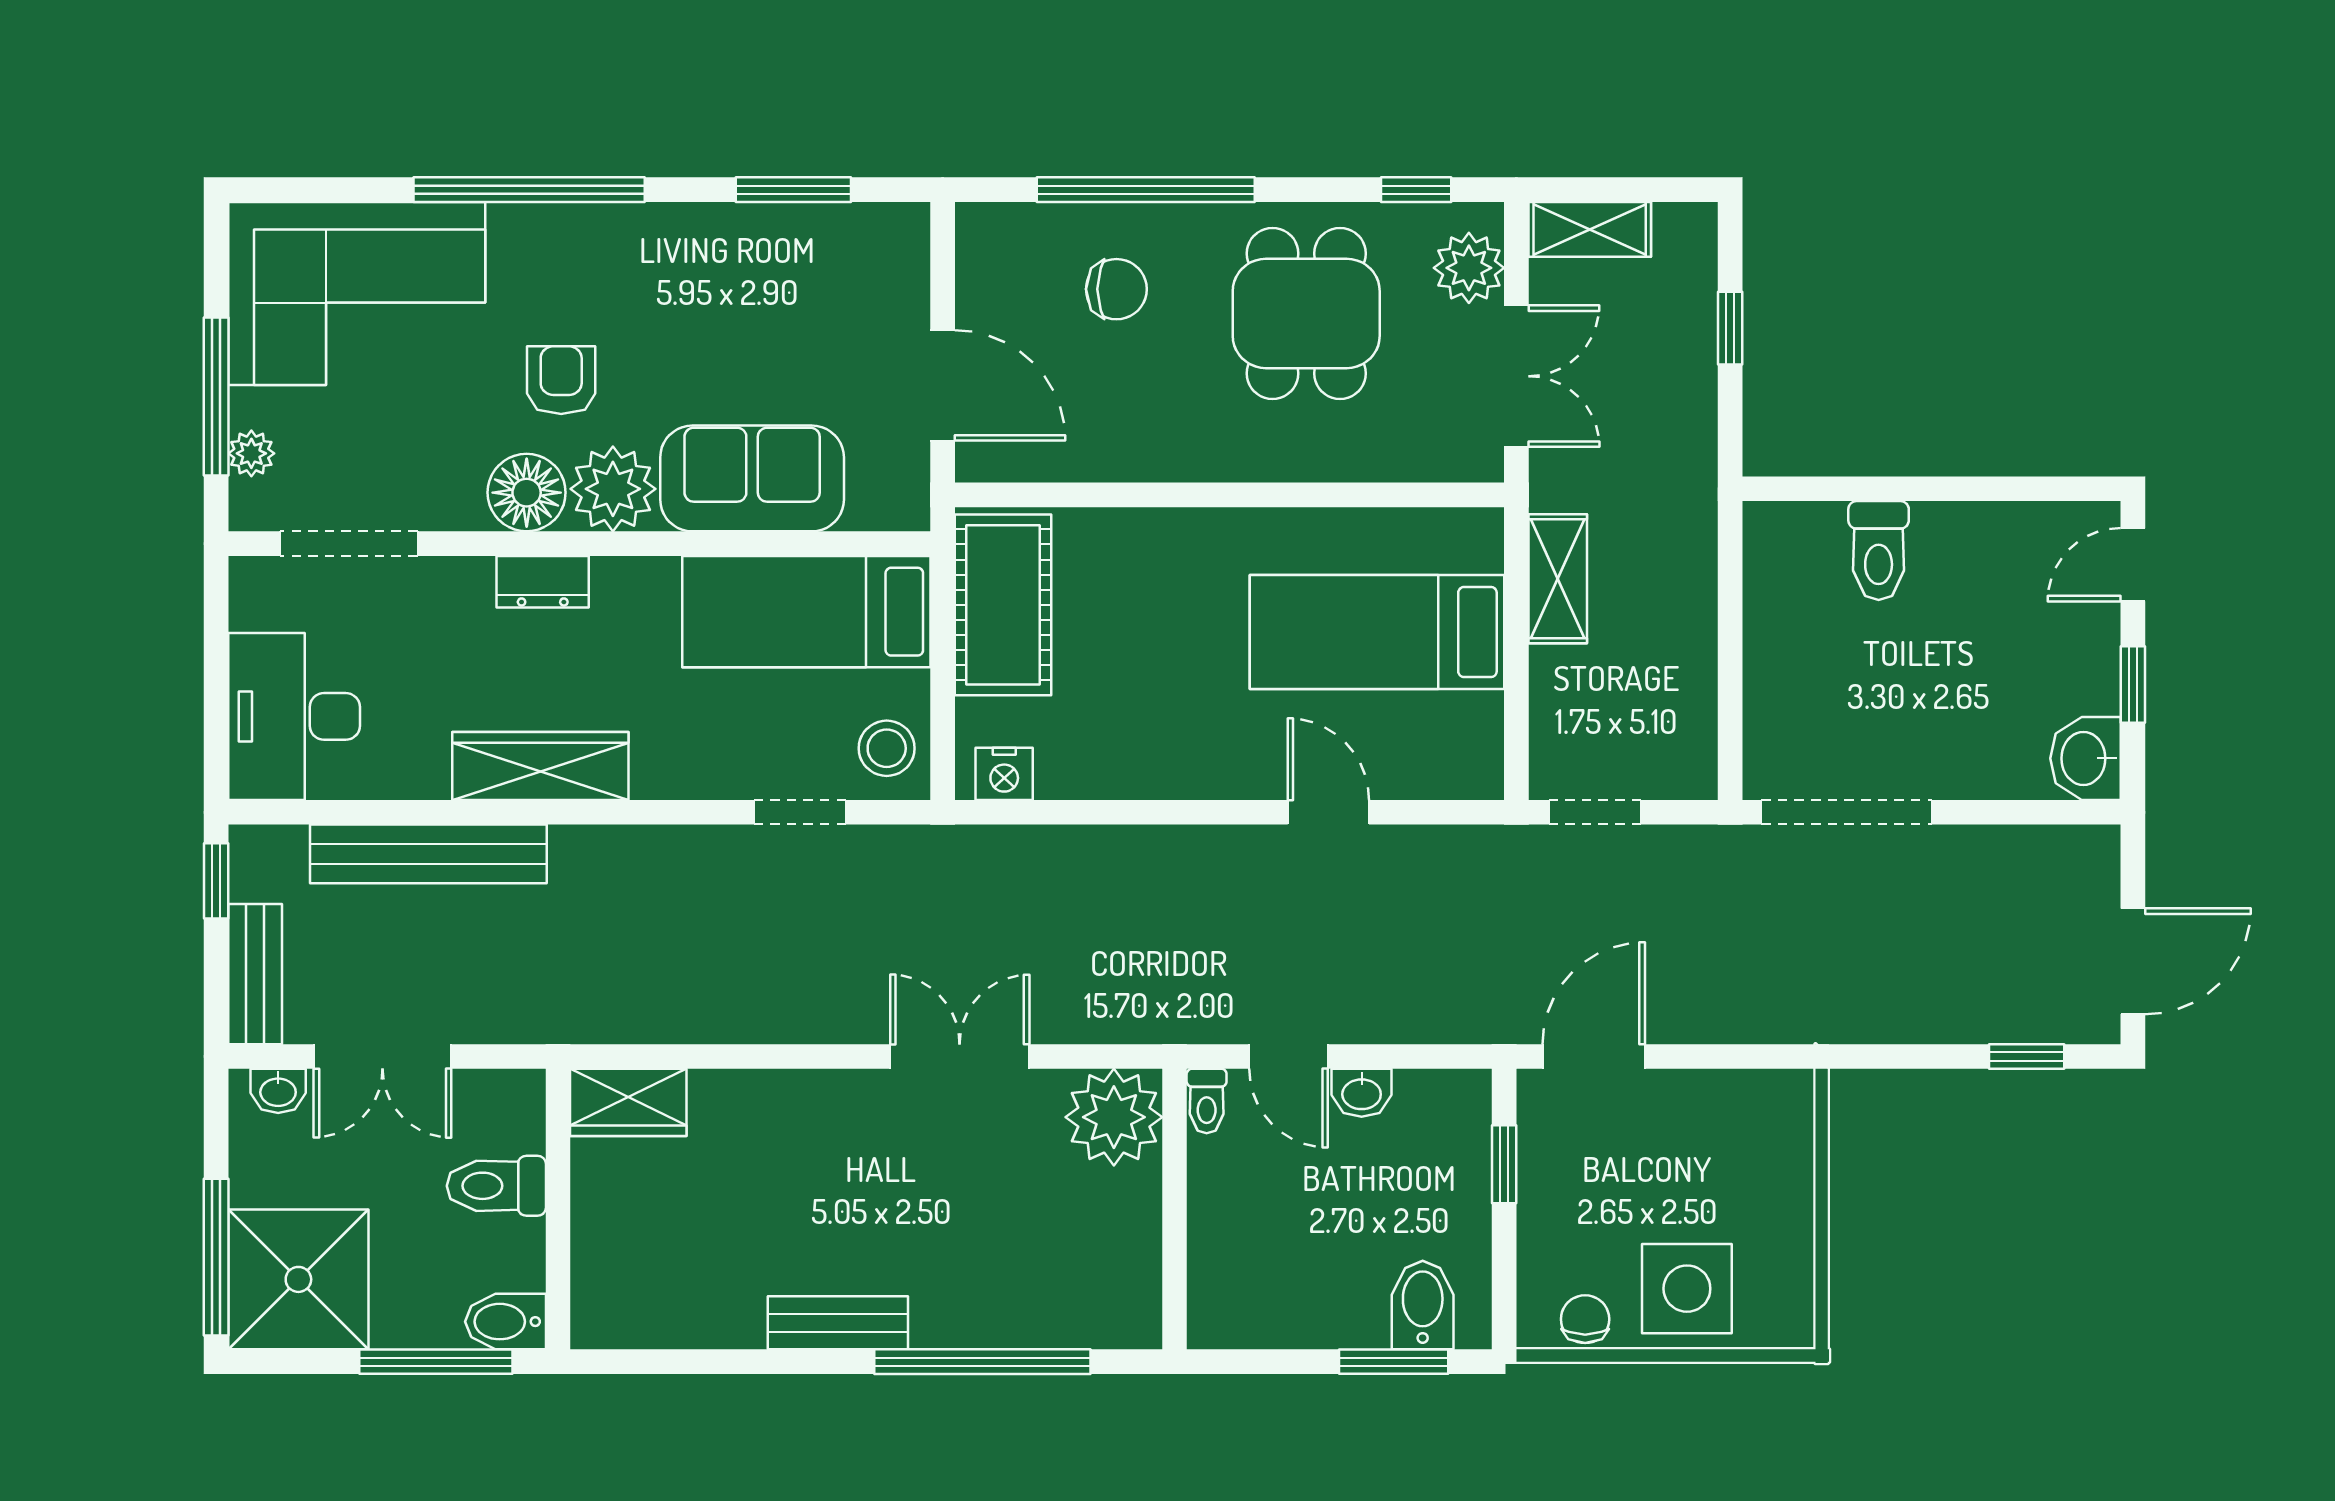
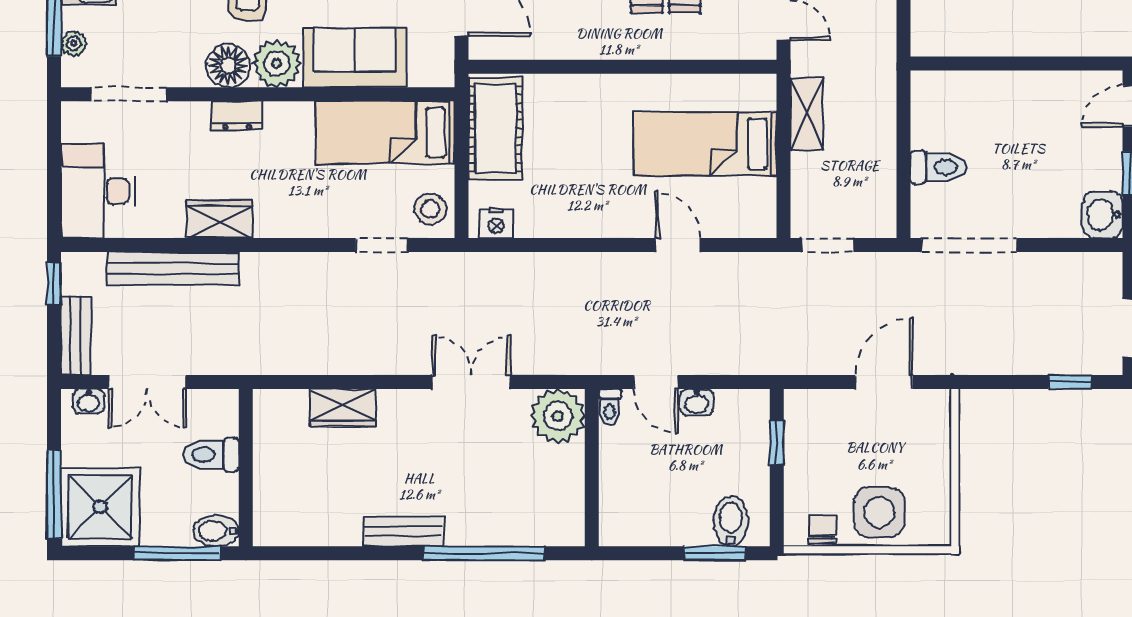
toilet: (1879, 551) -> (938, 167), moved, turned -90
wardrobe: (540, 766) -> (219, 219), width x0.67
door: (1594, 1056) -> (884, 382), moved
wardrobe: (628, 1102) -> (343, 408), moved

